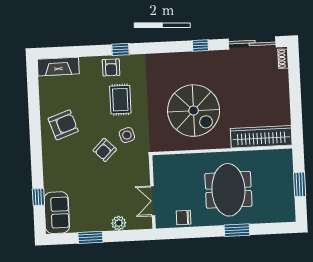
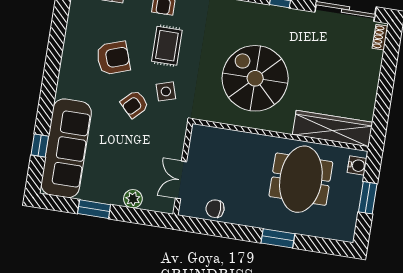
spiral stairs: (194, 111) -> (255, 78), turned 180
armchair: (63, 125) -> (113, 58), moved
water cooler: (286, 161) -> (357, 165), added
meeting table: (228, 190) -> (301, 179), moved
sofa: (57, 213) -> (66, 148), width x1.85, depth x1.27

